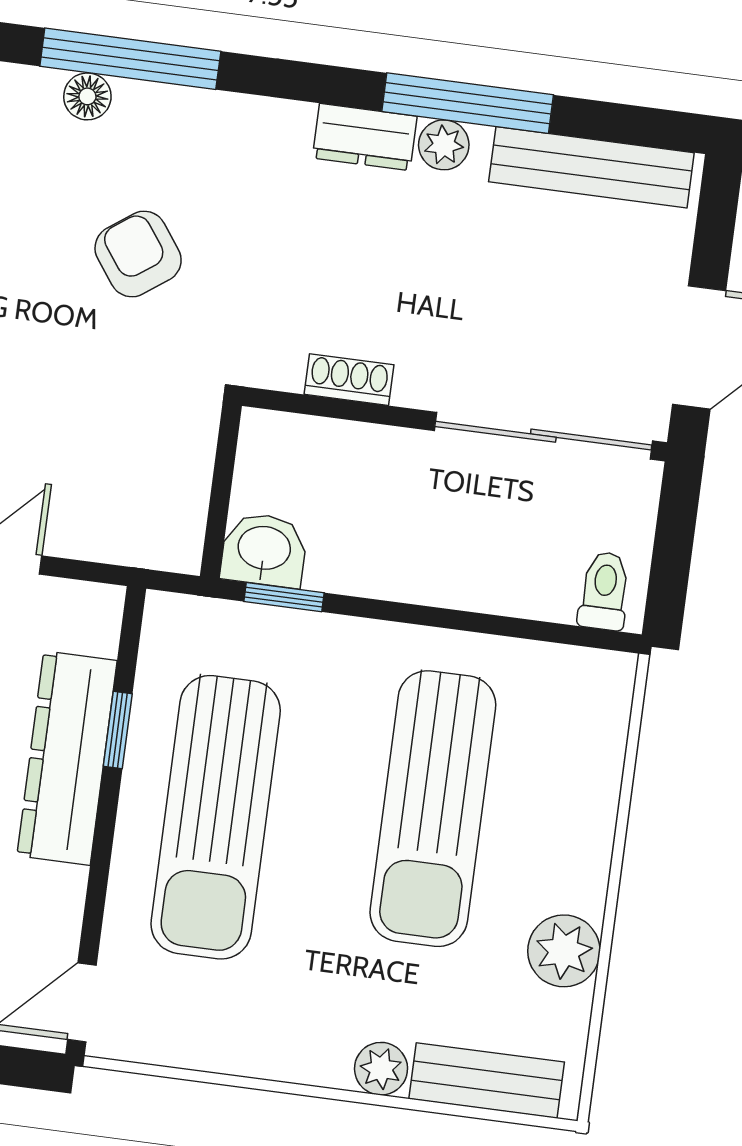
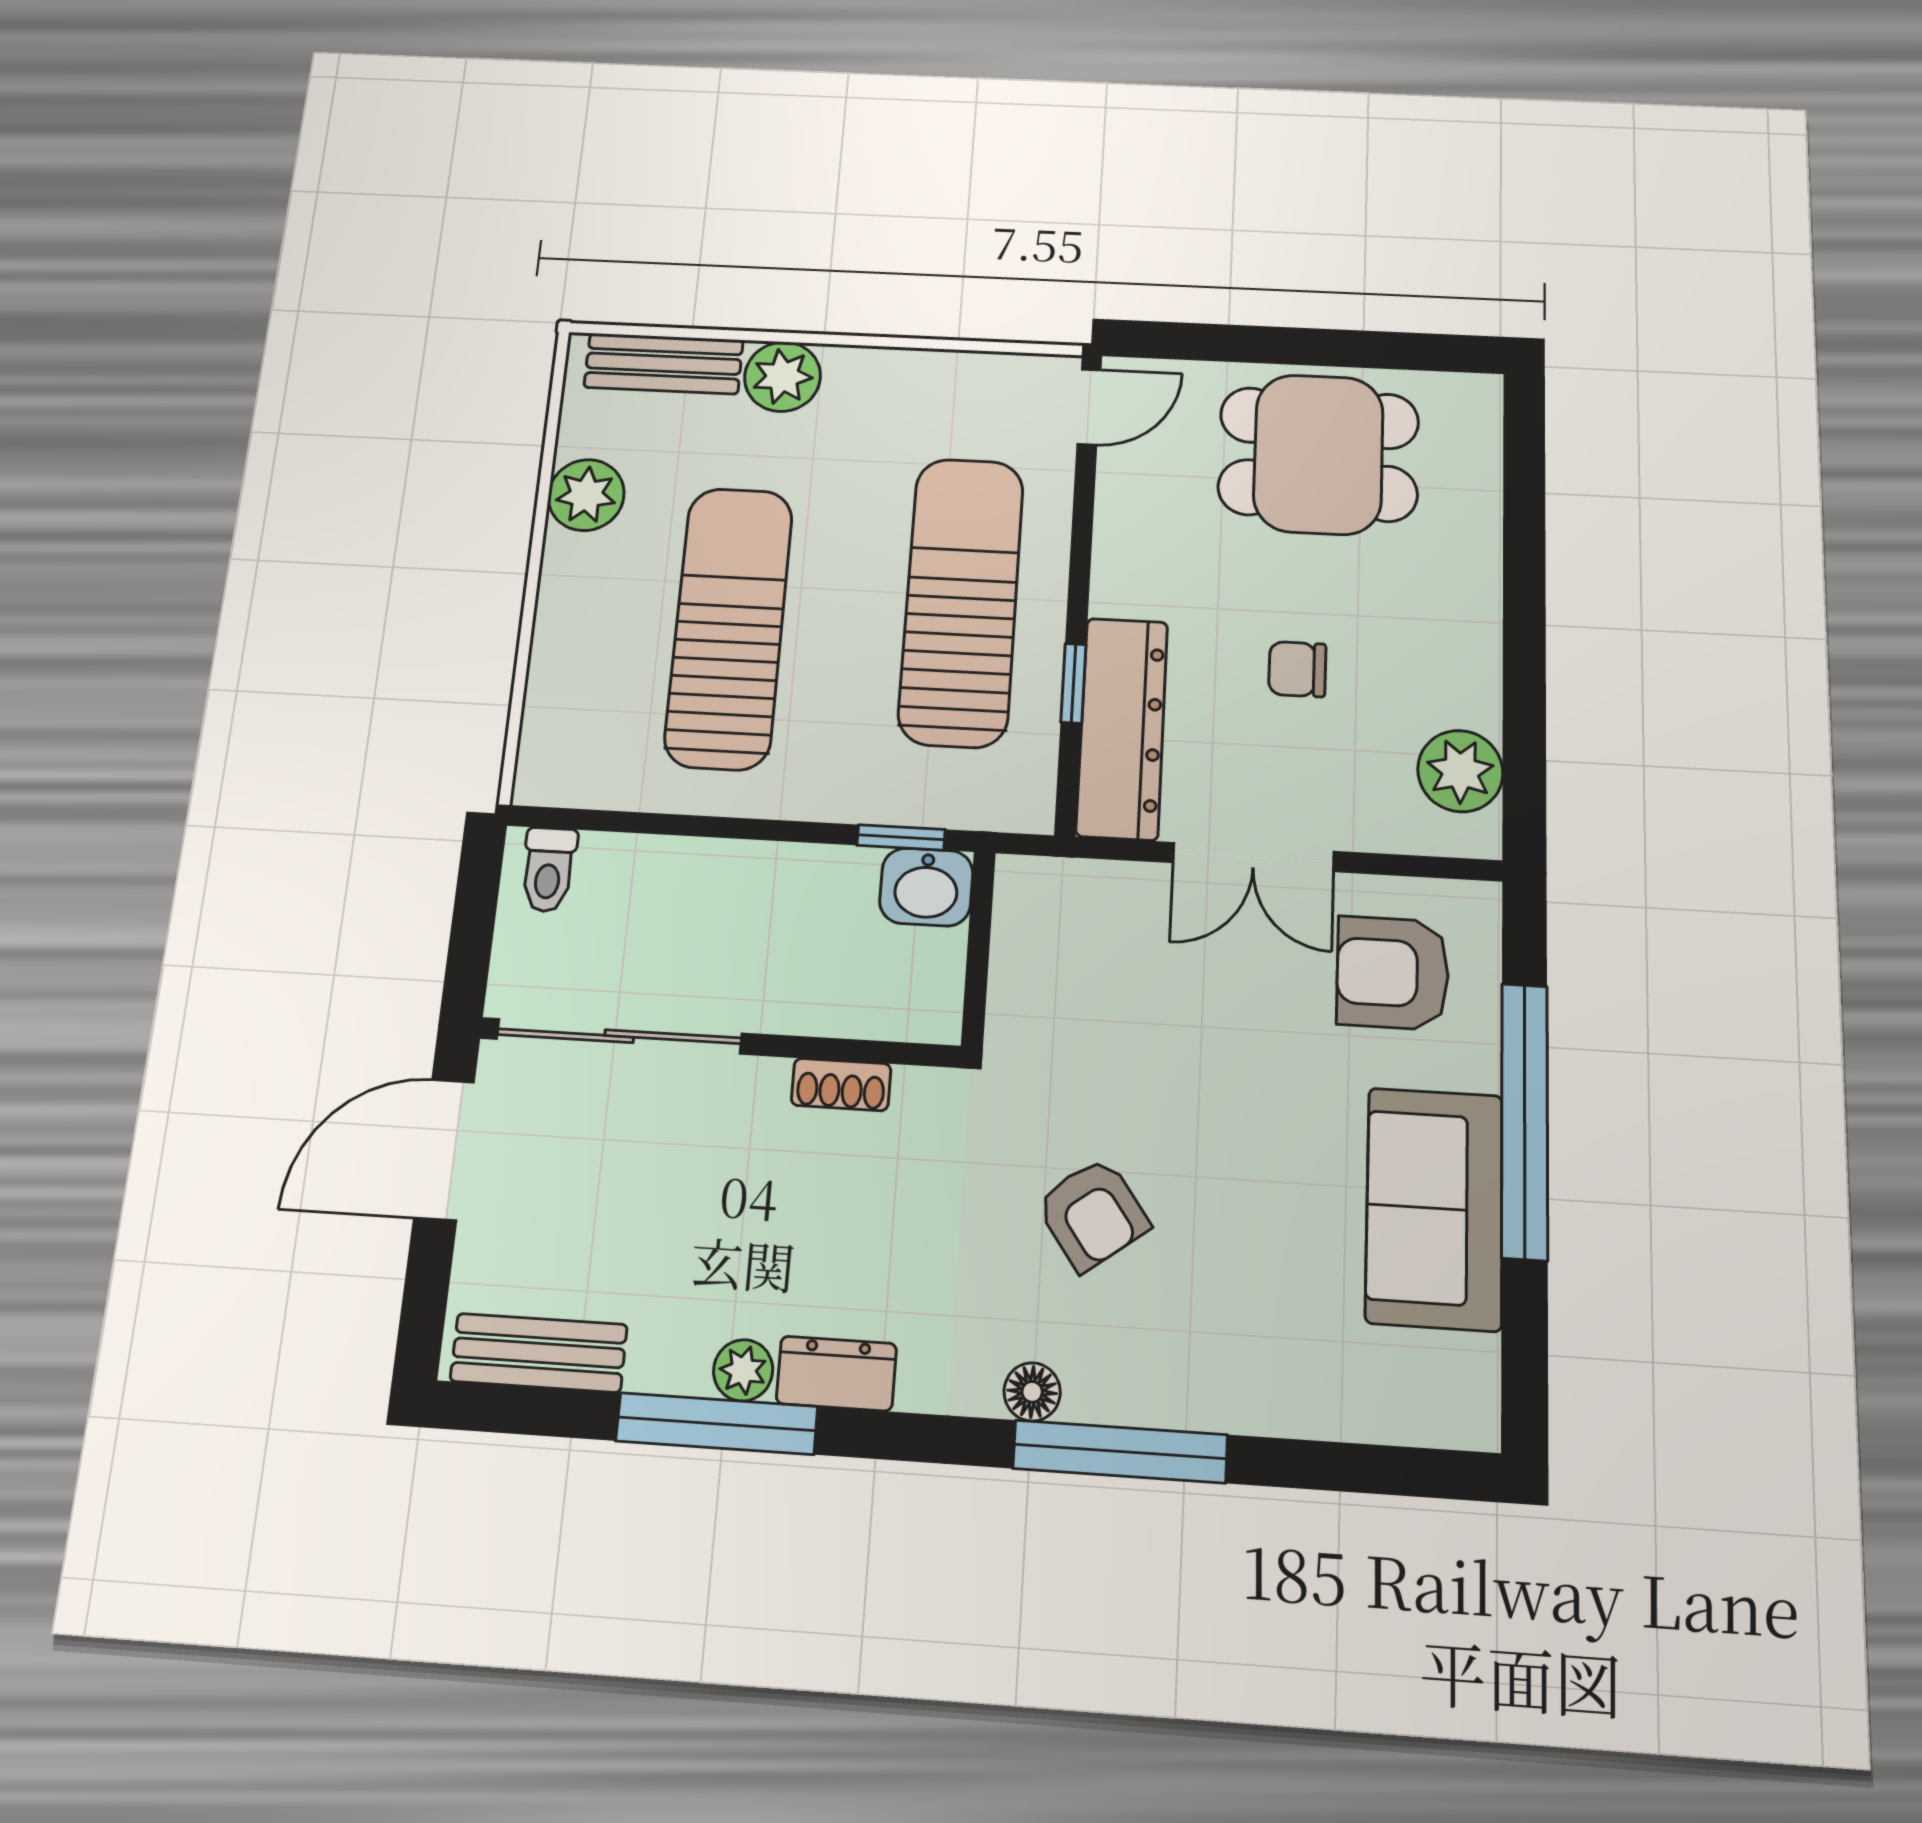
floor lamp: (87, 96) -> (1032, 1392), moved
bench: (591, 167) -> (539, 1353), width x0.73
dresser: (67, 758) -> (1122, 728), moved
plant: (381, 1069) -> (783, 377), width x1.38, depth x1.38

